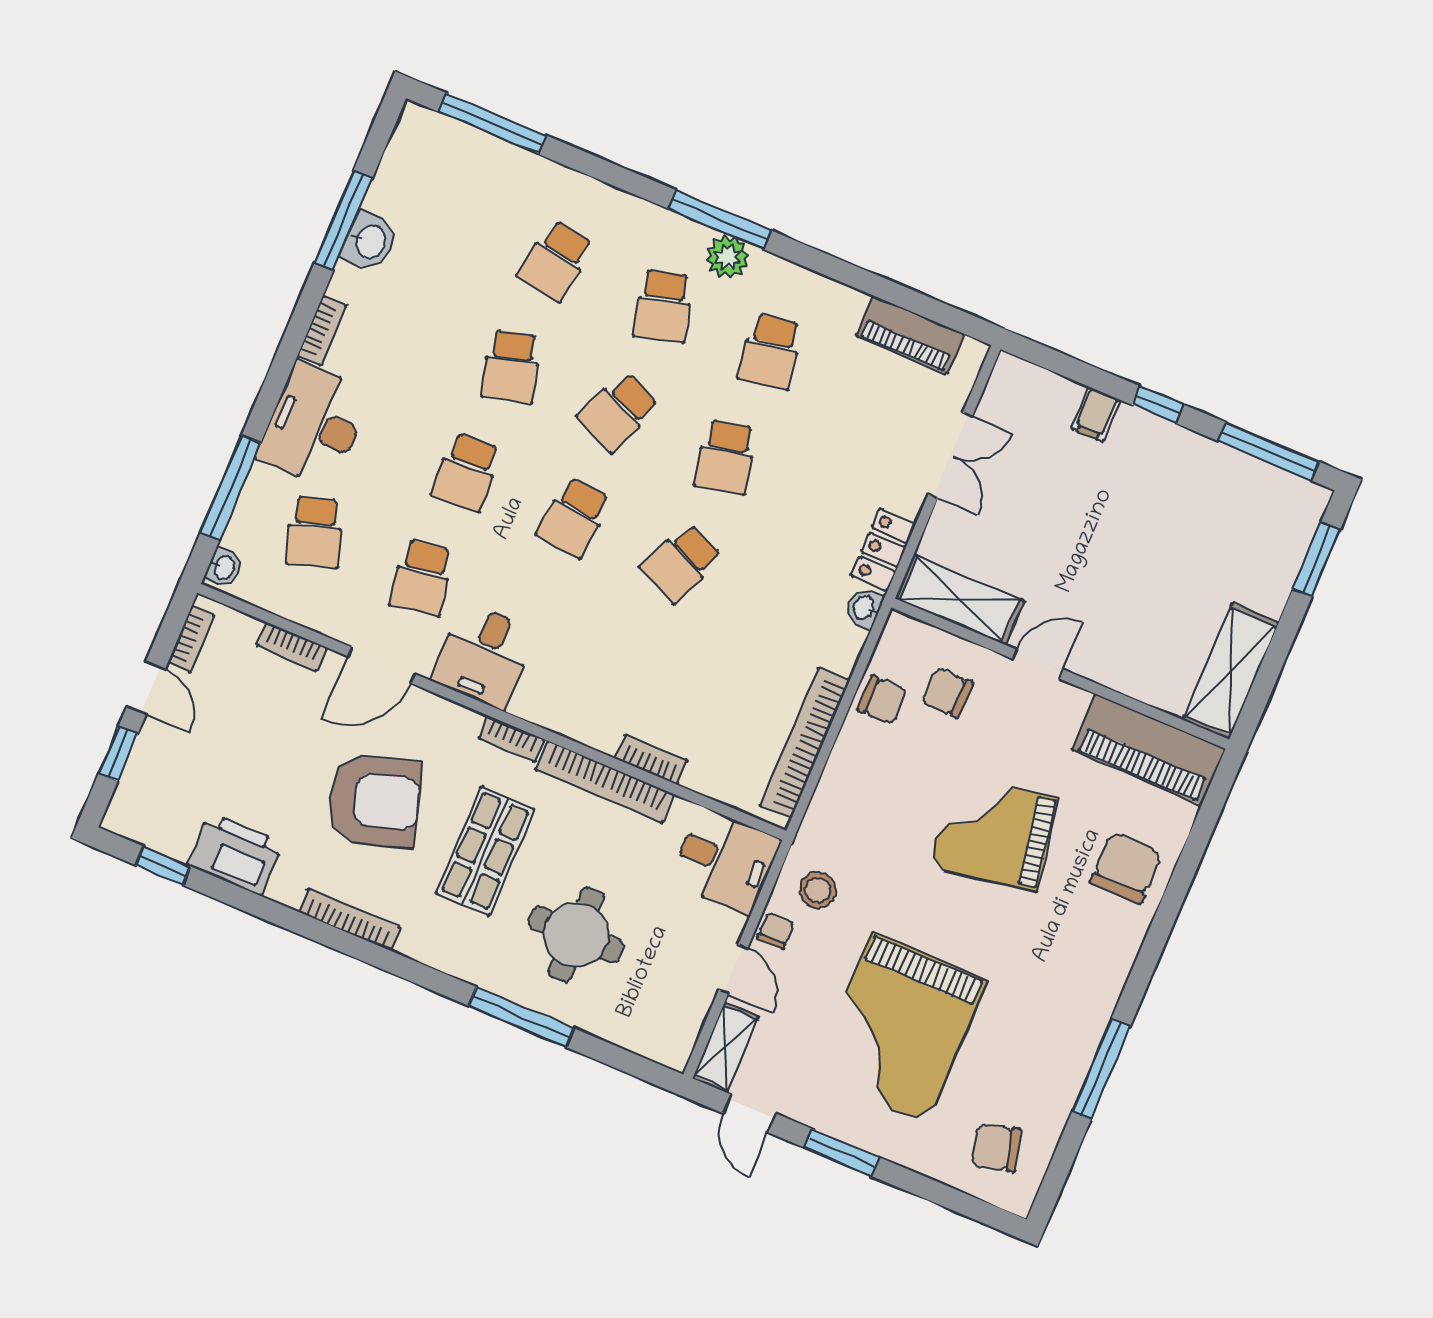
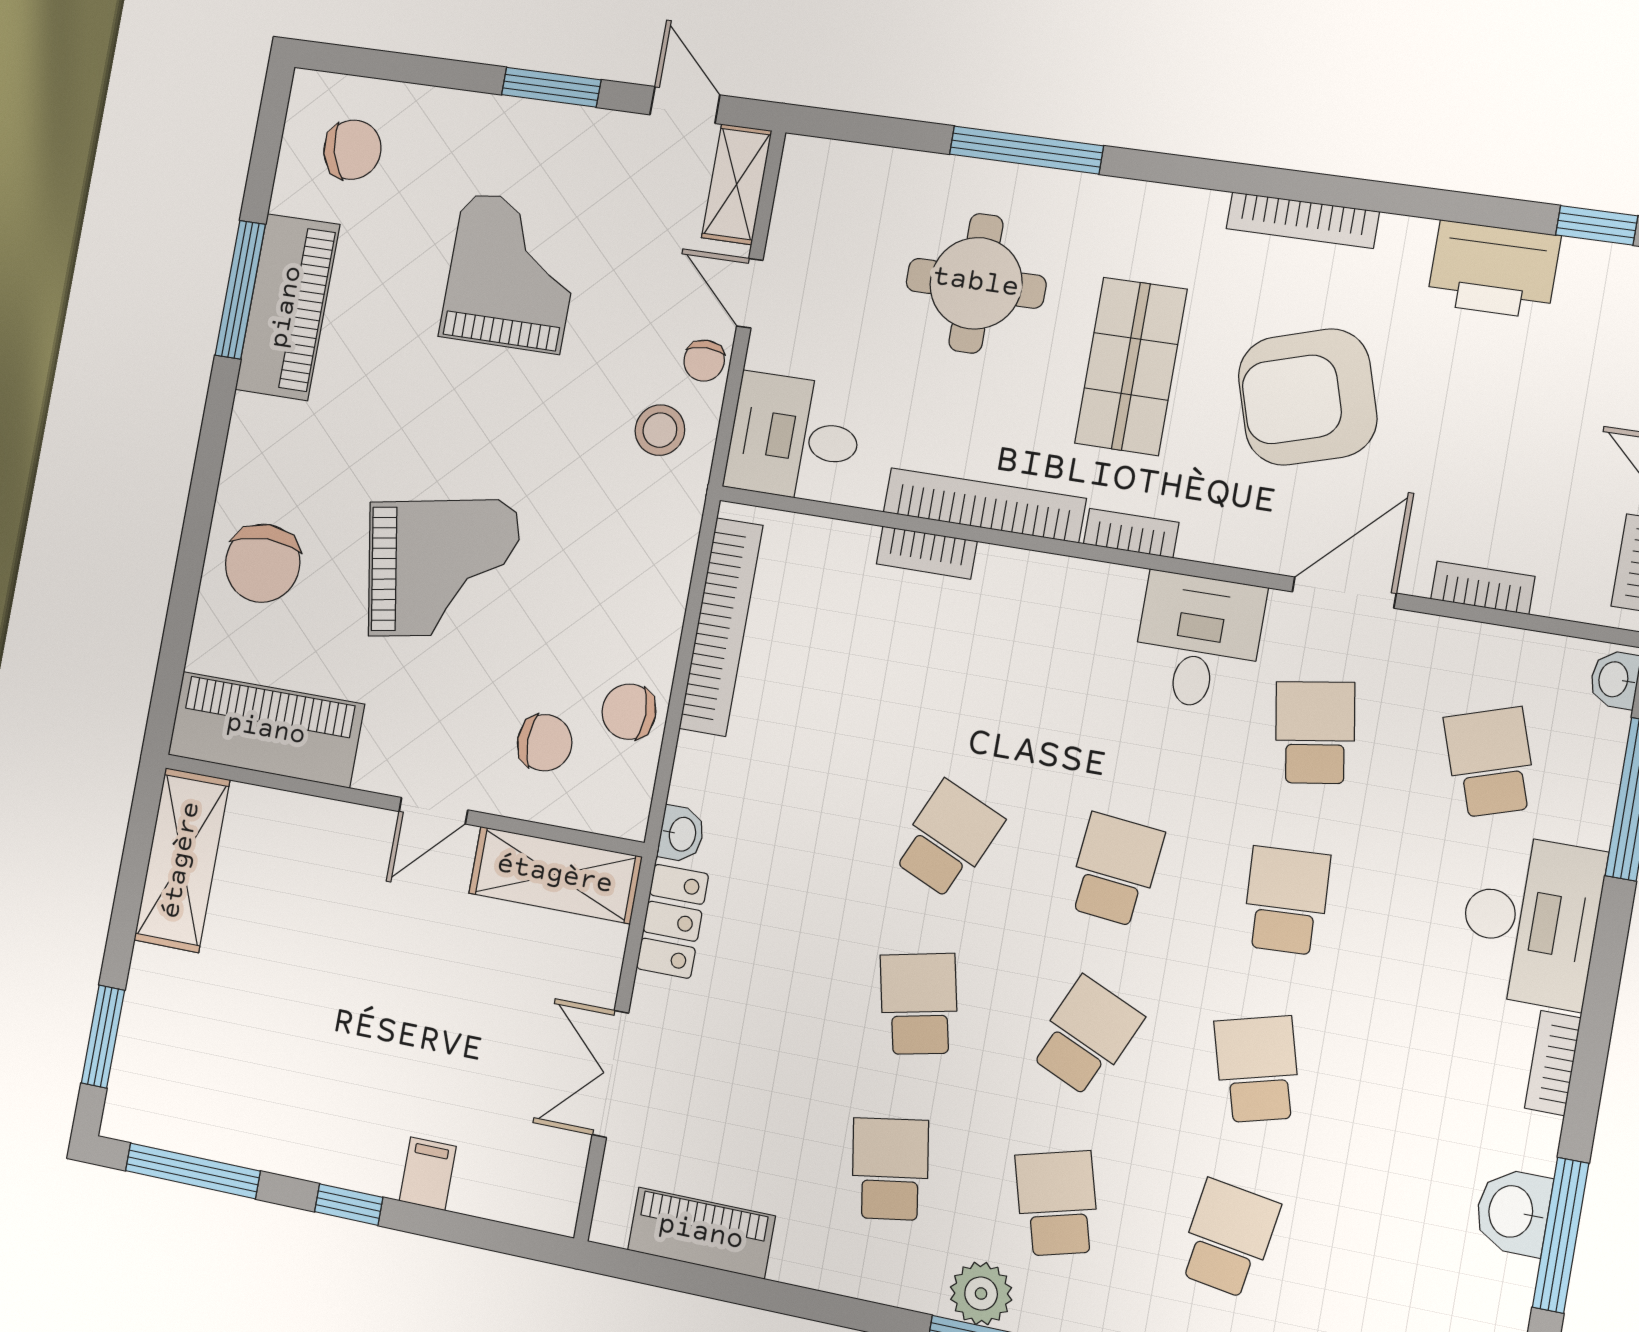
grand piano: (899, 1028) -> (512, 273), width x0.73, depth x0.68
piano: (1069, 1047) -> (287, 307), added

